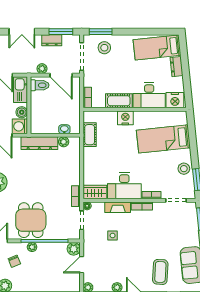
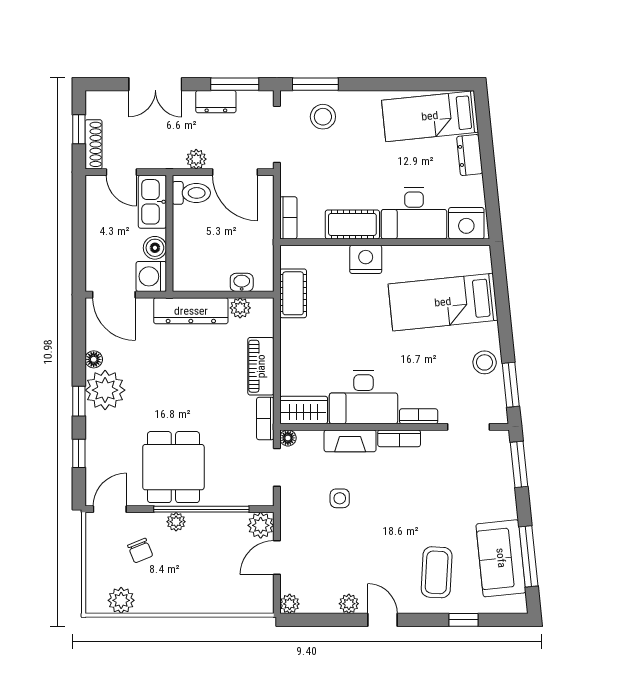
piano: (74, 171) -> (261, 366), added

